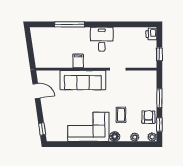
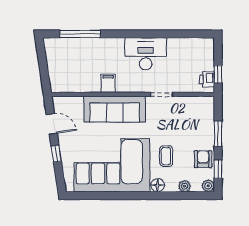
window: (70, 24) -> (80, 34), moved
printer: (151, 34) -> (207, 79), moved
desk: (102, 39) -> (146, 54), width x1.37
corner sofa: (88, 127) -> (112, 165), width x1.36, depth x1.36
window: (42, 129) -> (56, 154), moved

